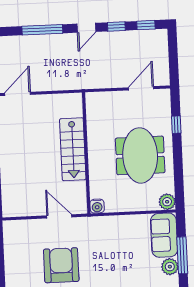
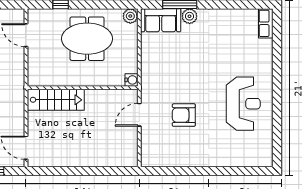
stairs: (73, 149) -> (56, 100), moved
armchair: (61, 265) -> (184, 115), width x0.73, depth x0.73

